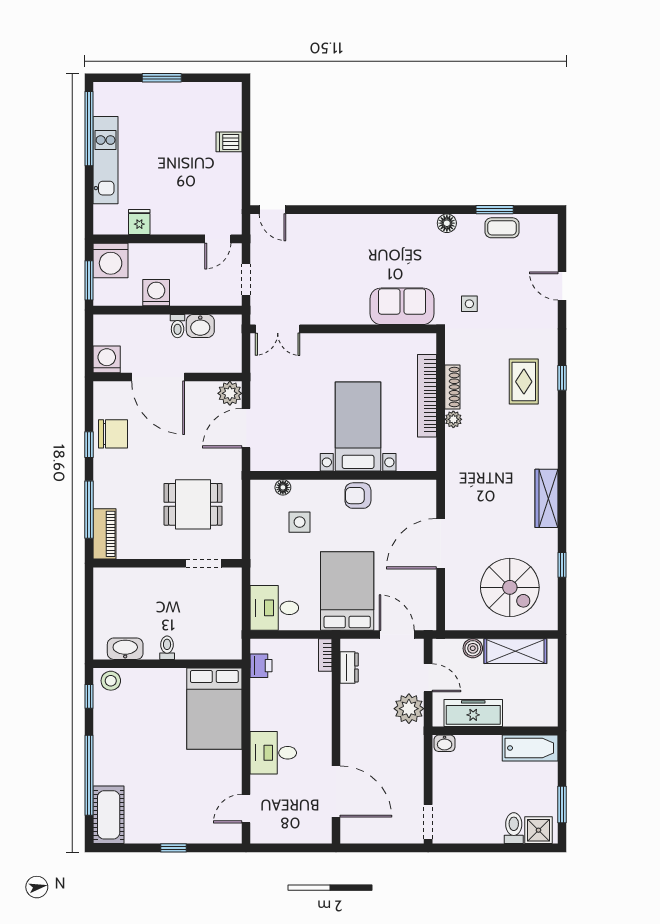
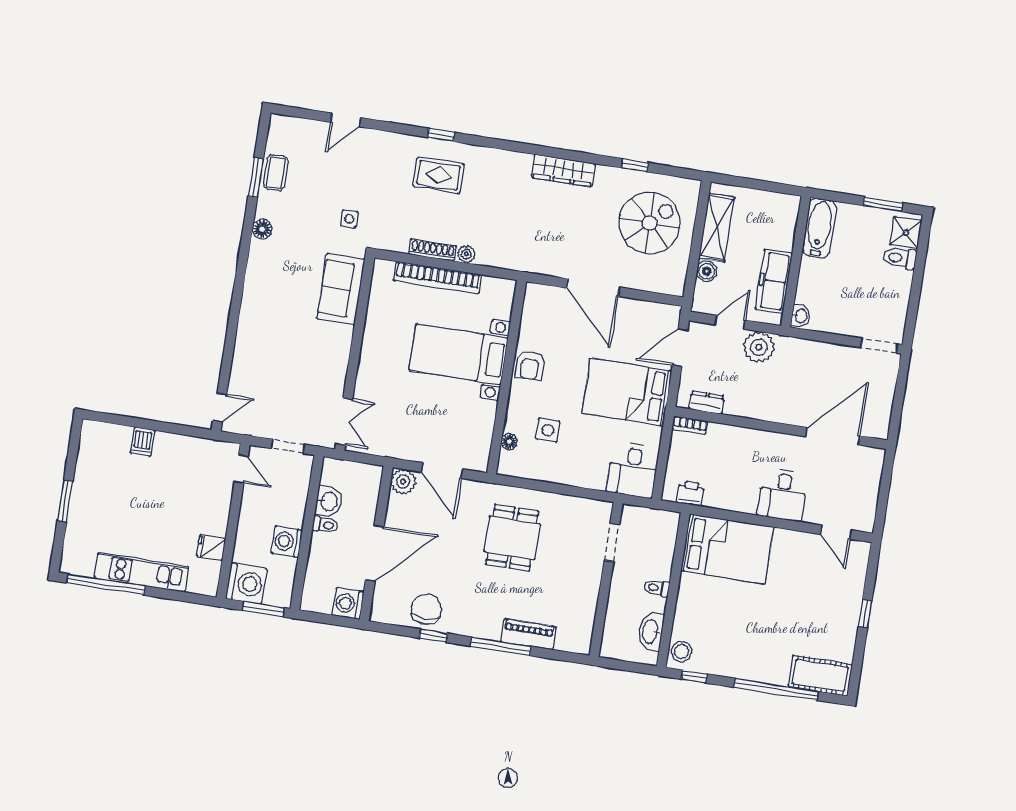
wall: (168, 563) -> (606, 579), moved
doorway: (203, 563) -> (612, 542), moved

